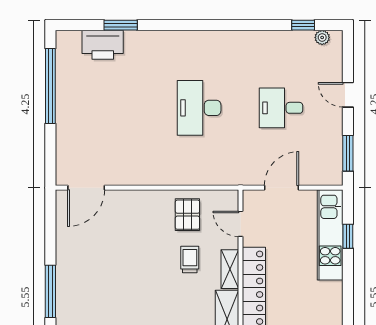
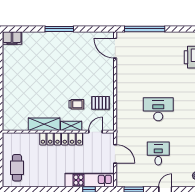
window: (50, 86) -> (145, 29), moved

